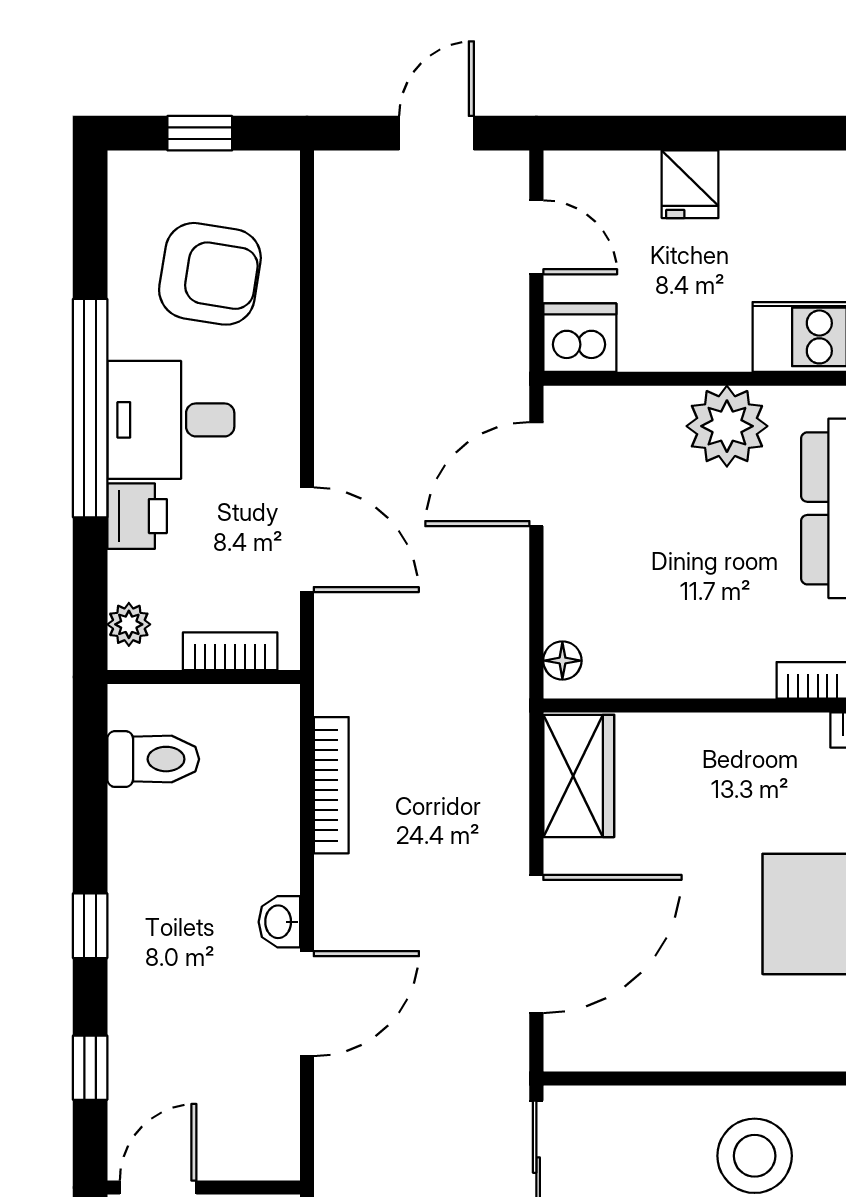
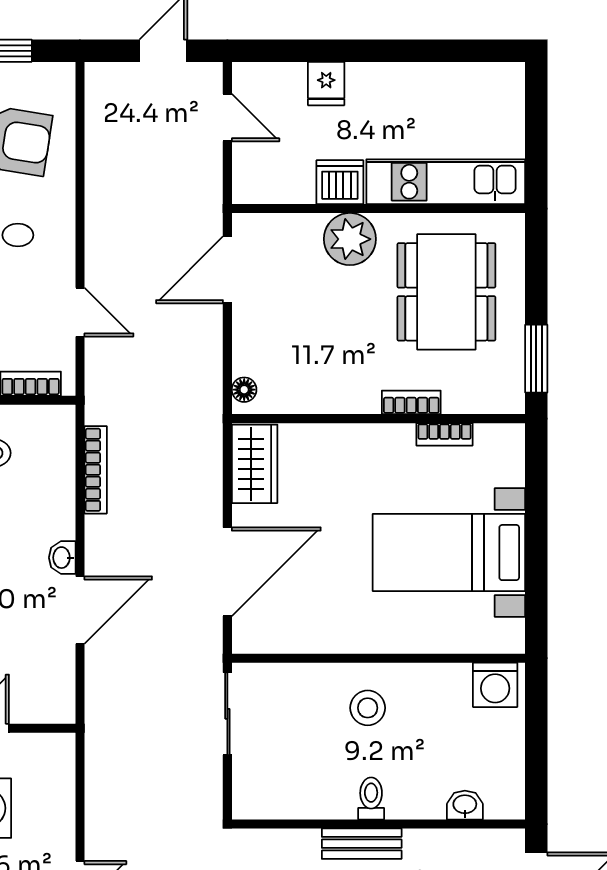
dishwasher: (580, 338) -> (340, 182), moved
door: (307, 540) -> (80, 312), width x0.73
stool: (755, 1156) -> (368, 708), width x0.73, depth x0.73

